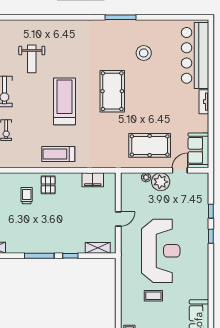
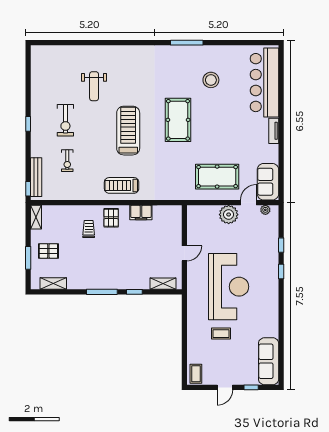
plant: (146, 177) -> (265, 210), moved
filing cabinet: (93, 180) -> (141, 212), moved

